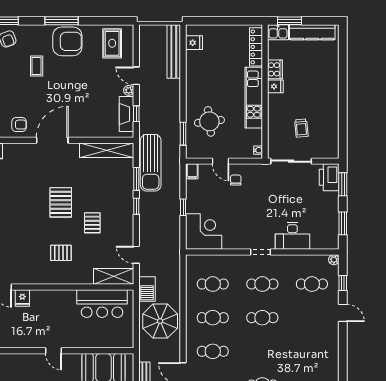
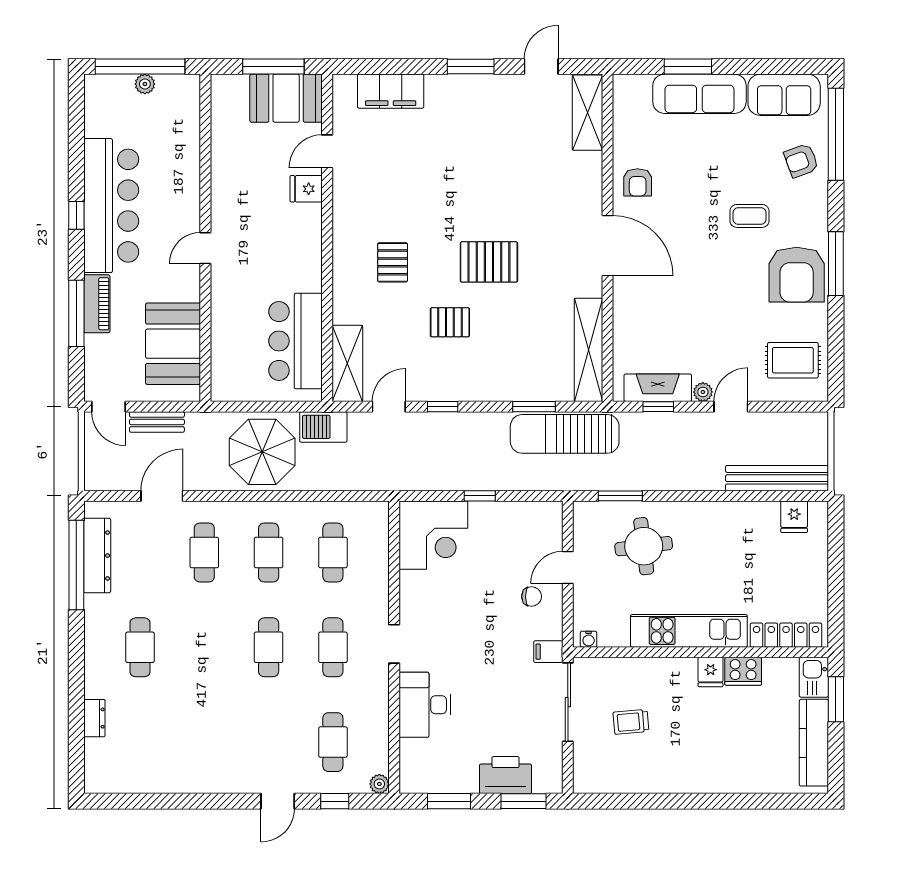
filing cabinet: (192, 171) -> (548, 652), moved
printer: (329, 177) -> (506, 775), moved
window: (136, 206) -> (443, 407), moved

